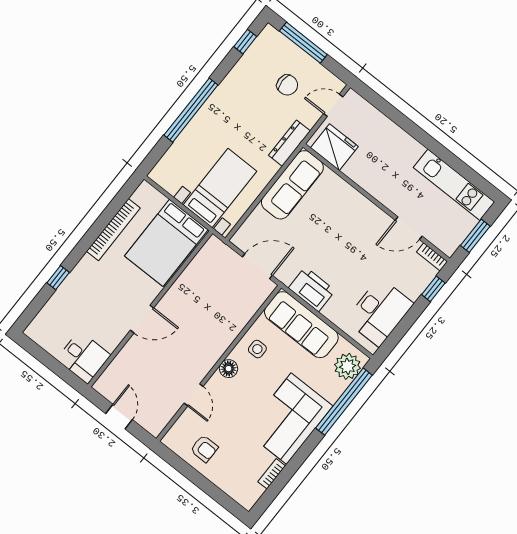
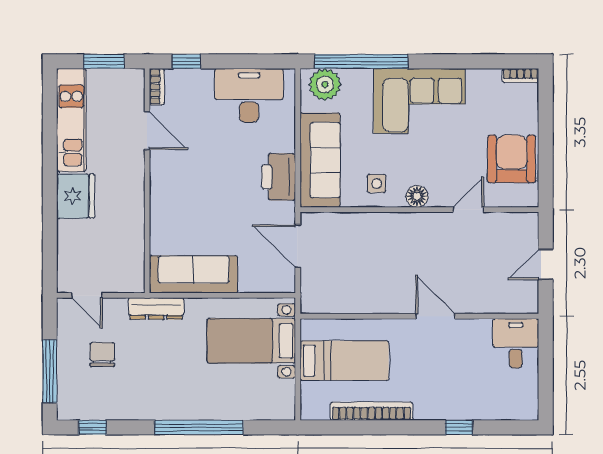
fridge: (334, 147) -> (76, 196), moved, turned 180
bed: (166, 243) -> (344, 361), width x0.67
armchair: (204, 449) -> (512, 159), width x1.88, depth x1.88
bookcase: (272, 474) -> (520, 76), moved

